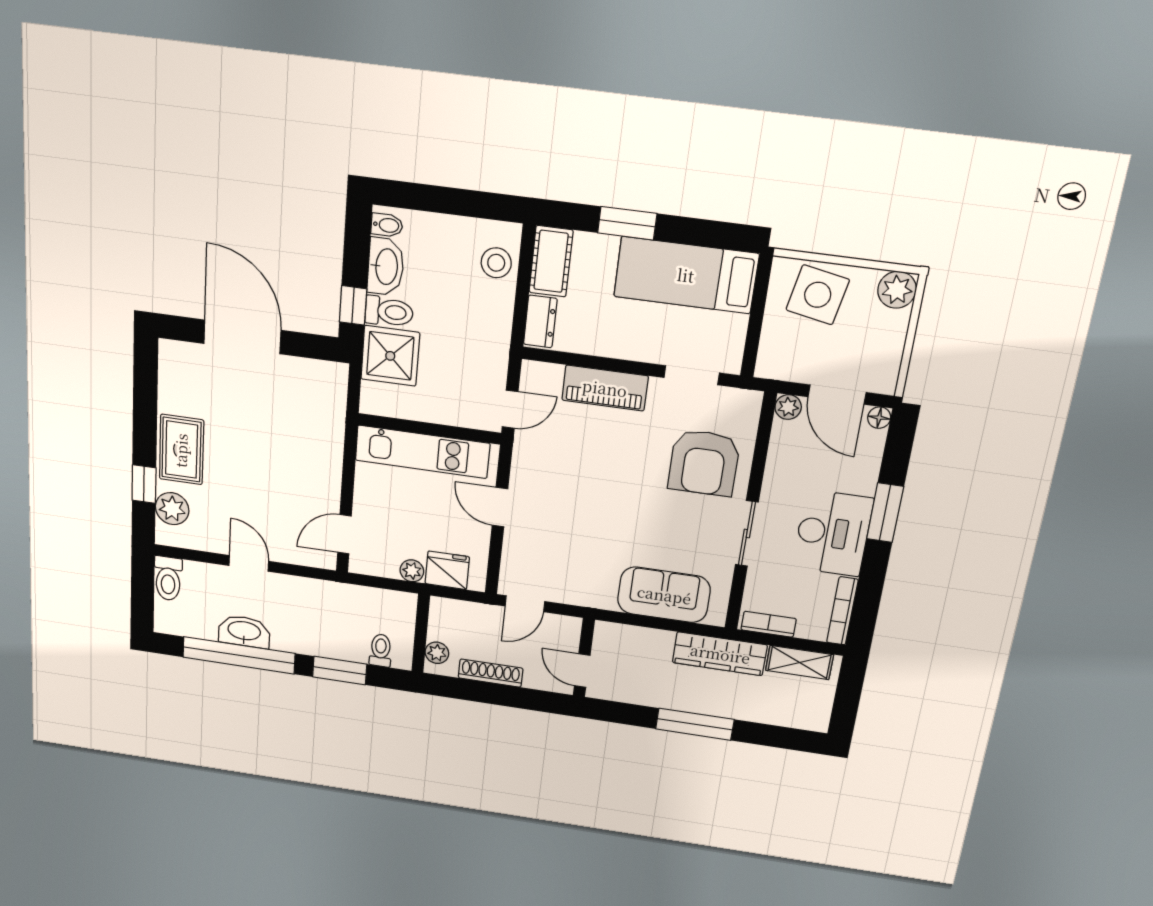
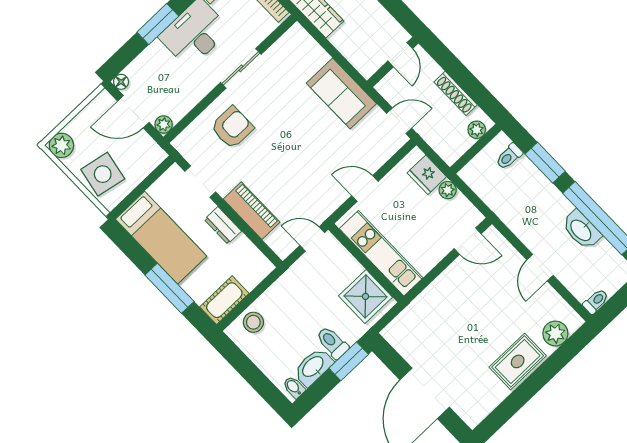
window: (627, 223) -> (169, 288), width x1.44
window: (353, 305) -> (349, 361), width x1.50
dresser: (540, 321) -> (223, 225), moved, turned -90
shower: (390, 356) -> (366, 296), moved
door: (837, 395) -> (133, 112), swing flipped
armchair: (704, 463) -> (232, 127), width x0.73, depth x0.73
window: (144, 484) -> (558, 360), removed
door: (500, 507) -> (365, 189), swing flipped
toilet: (168, 578) -> (596, 301), width x0.73, depth x0.72
sofa: (664, 595) -> (341, 93), moved

